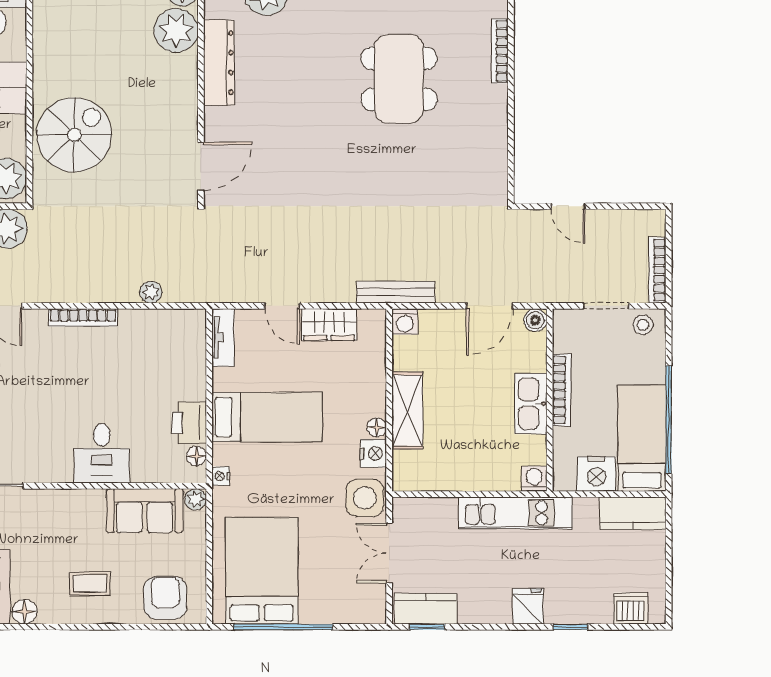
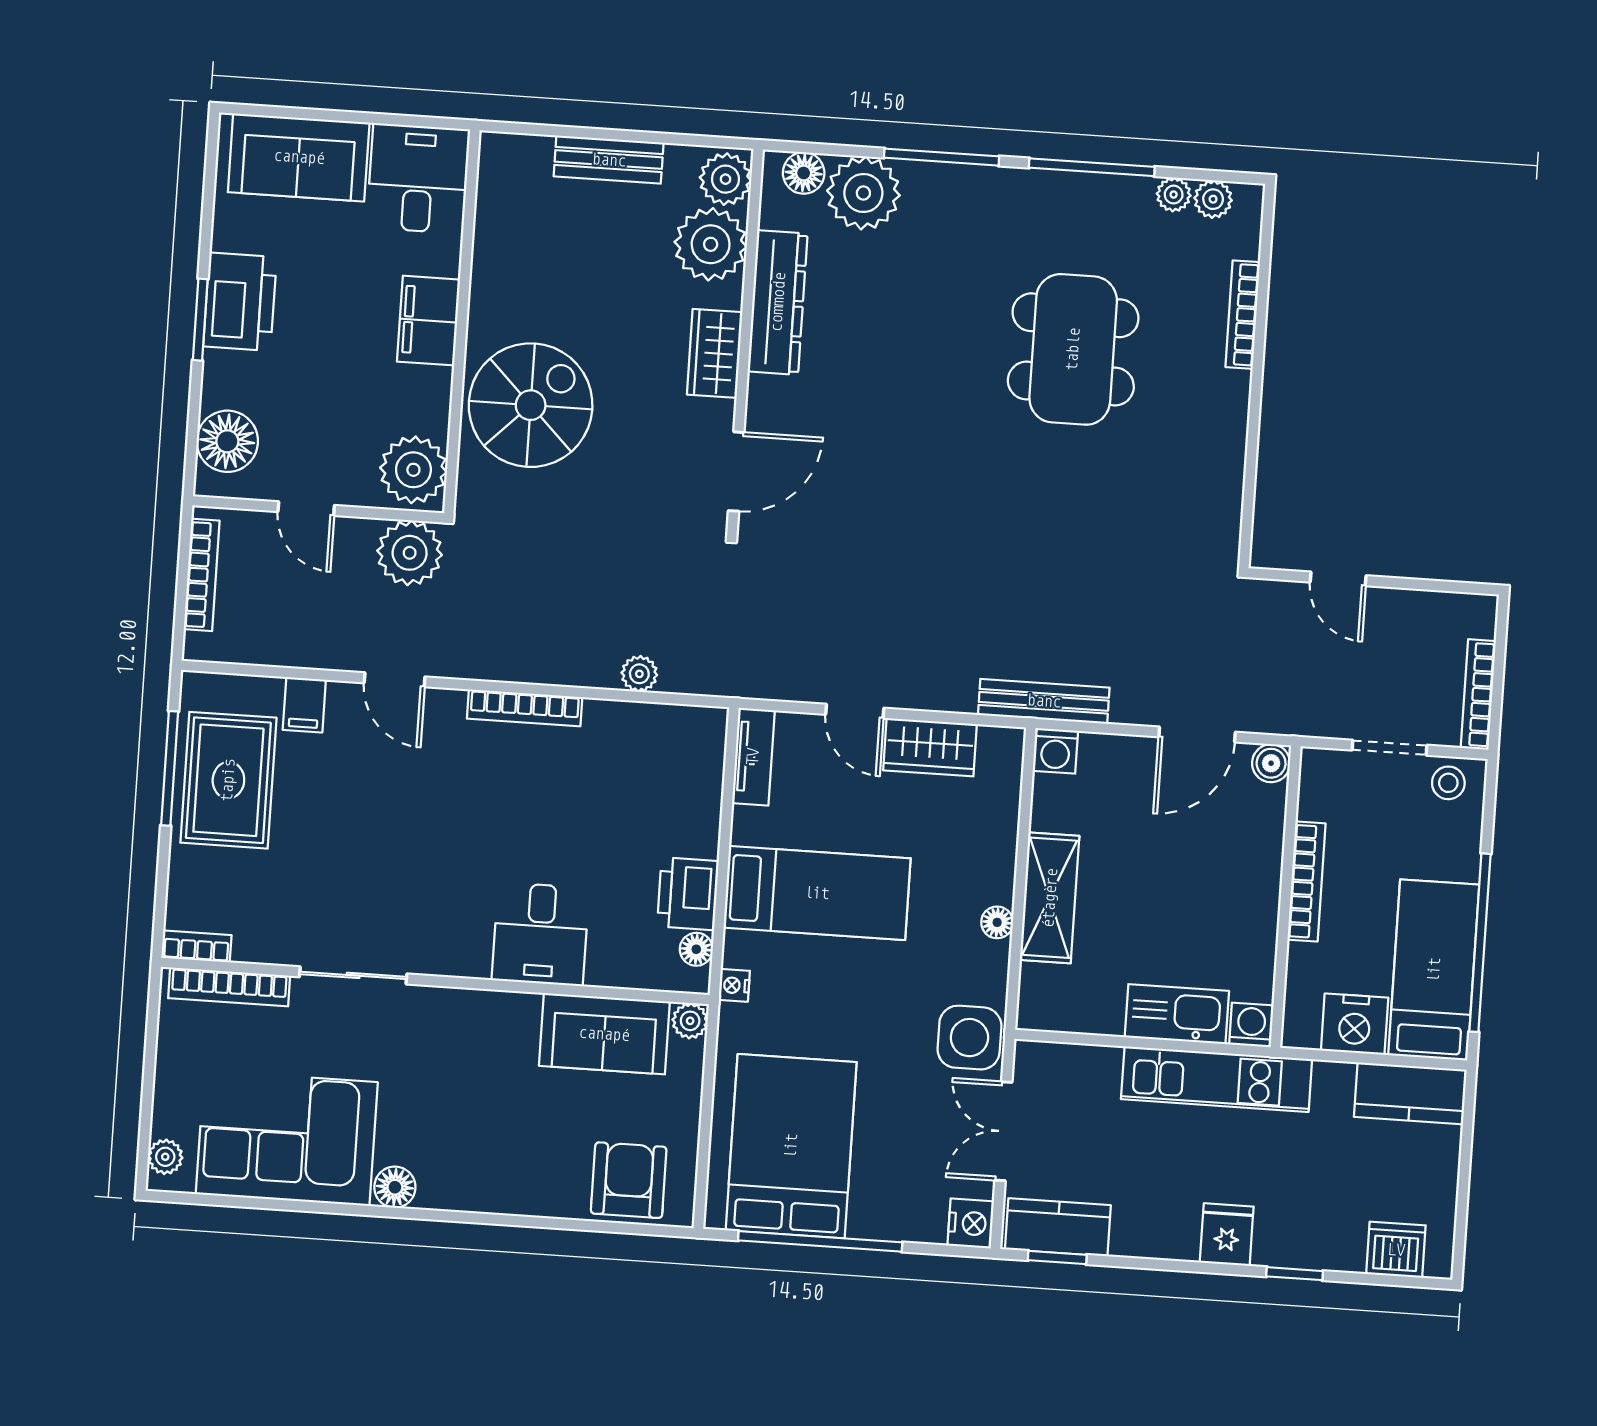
wardrobe: (183, 96) -> (715, 353), added
kitchen sink: (531, 404) -> (1177, 1014), moved, turned 90
nightstand: (373, 453) -> (971, 1223), moved
coffee table: (90, 584) -> (506, 1148), removed

